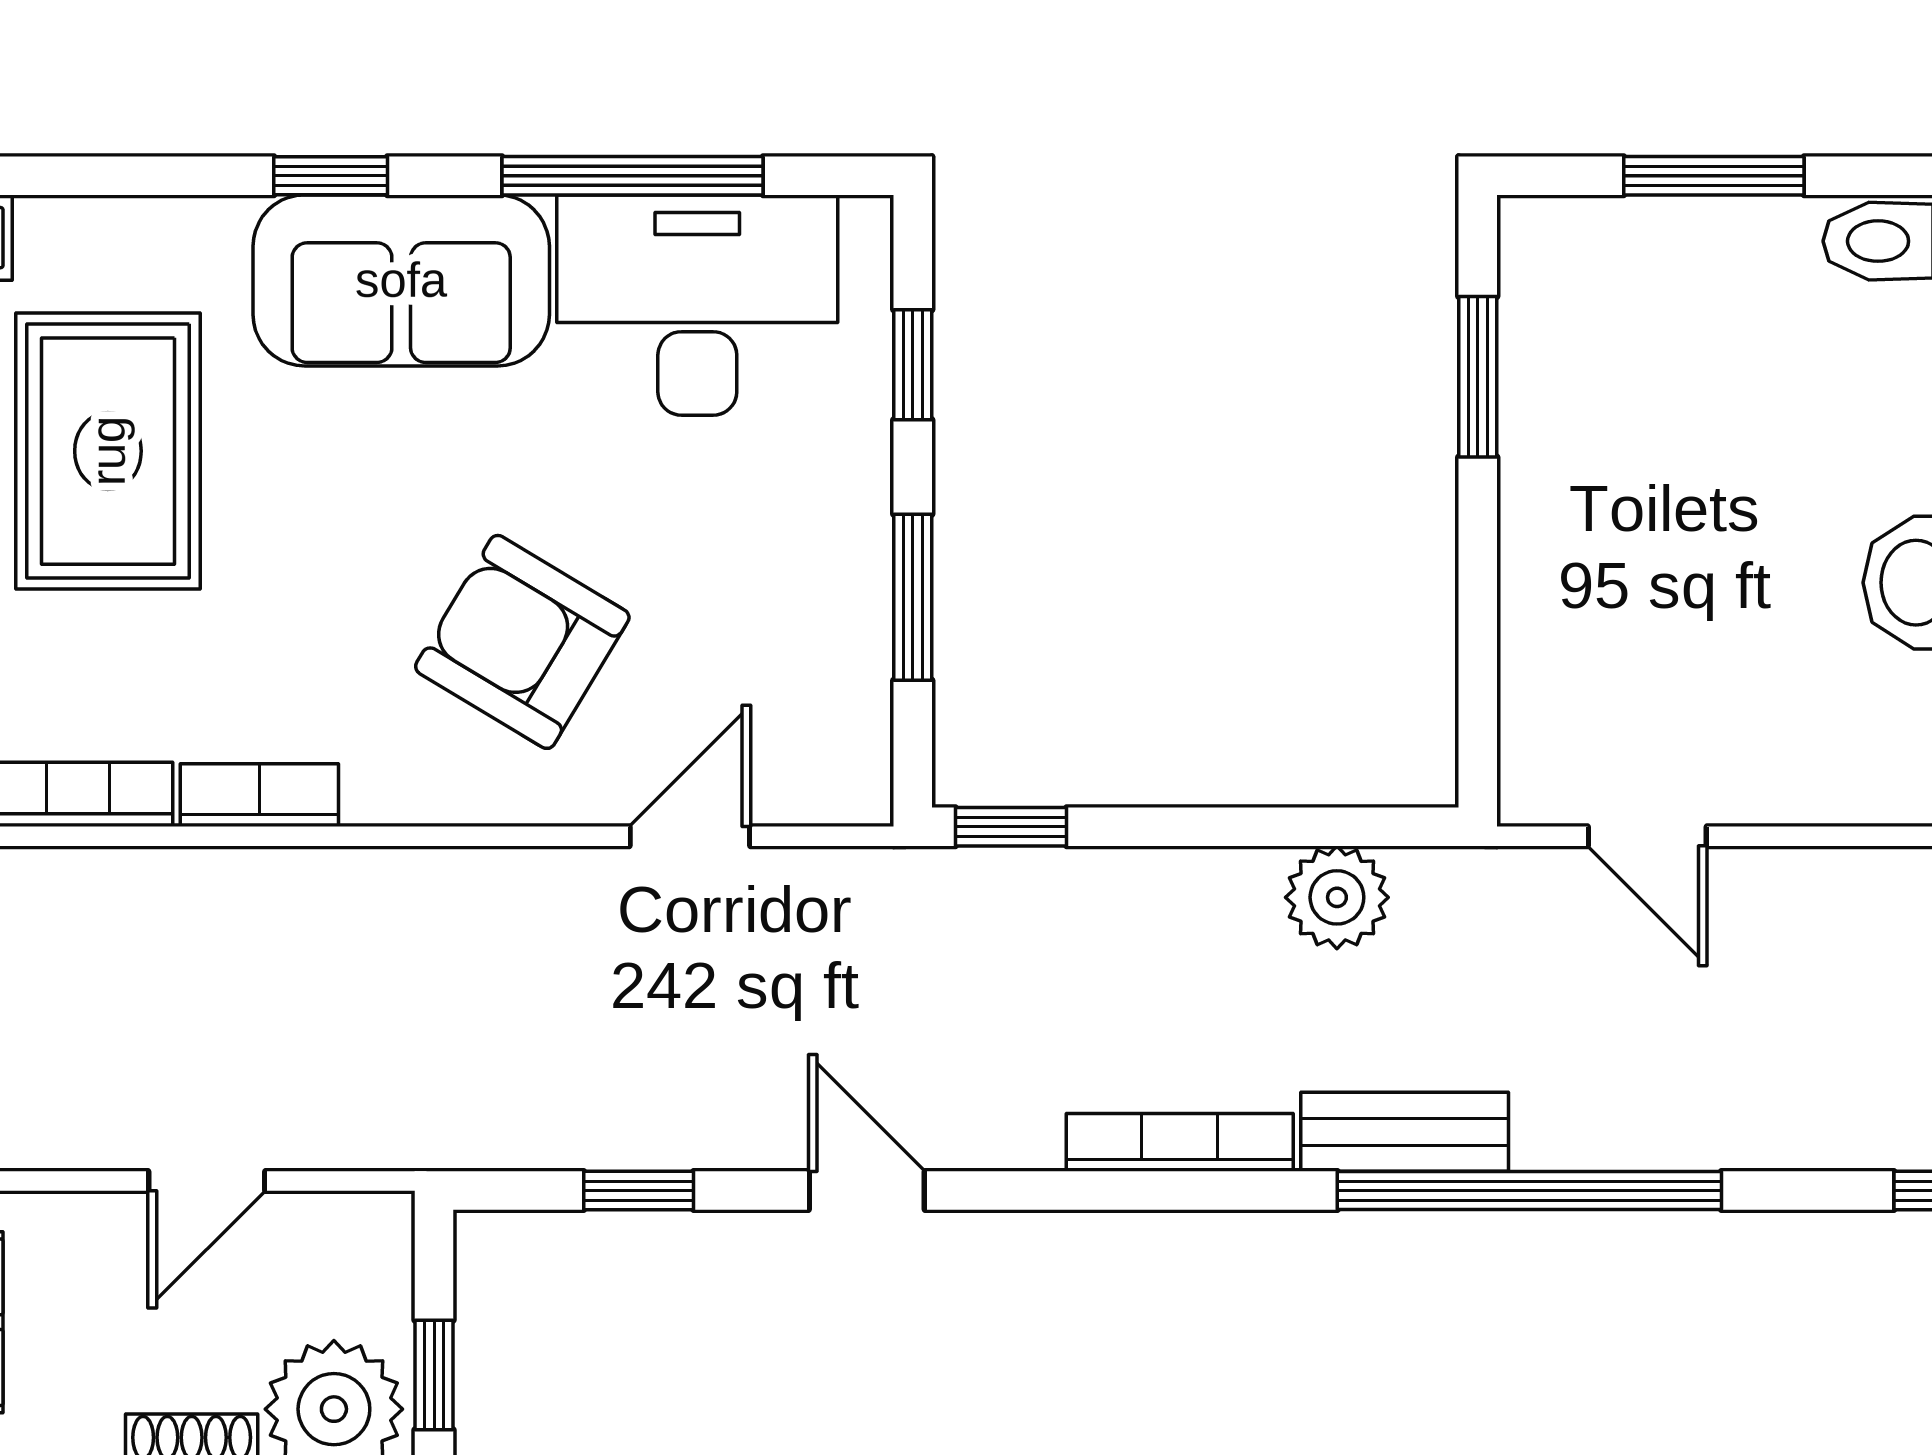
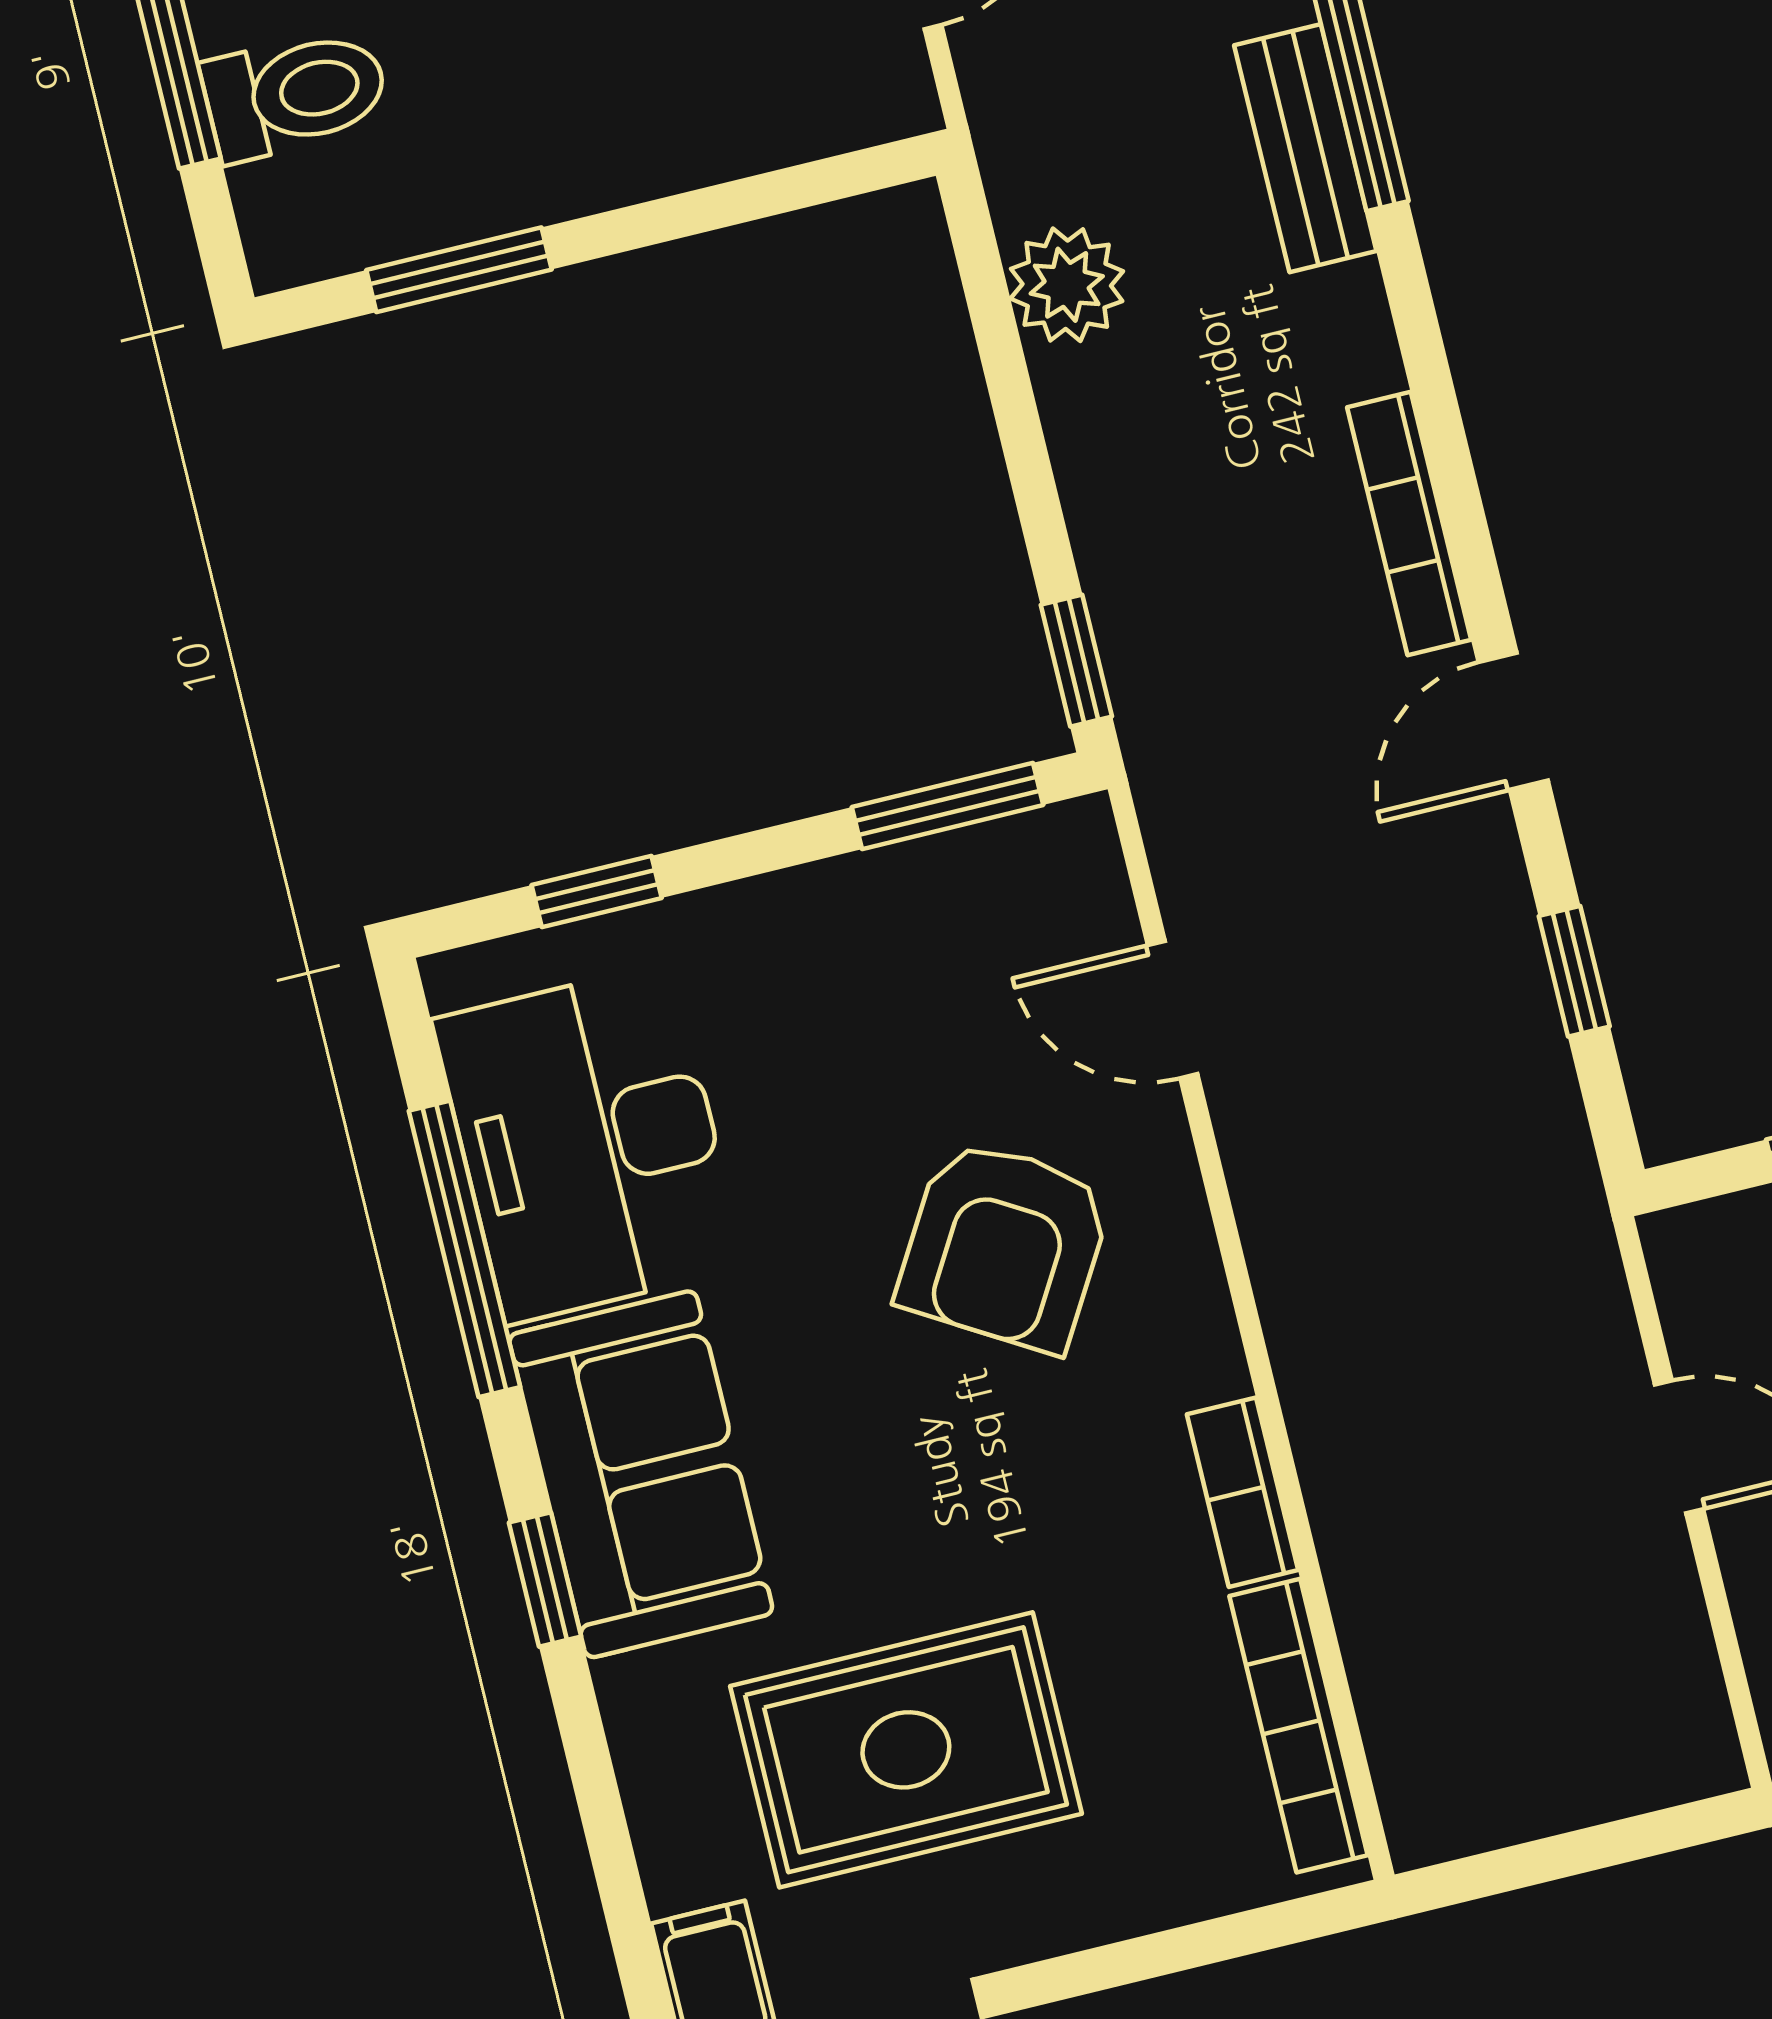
toilet: (1664, 273) -> (295, 94), added
window: (913, 597) -> (948, 806), moved
bookcase: (1180, 1142) -> (1409, 523), moved

